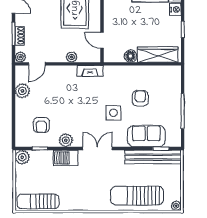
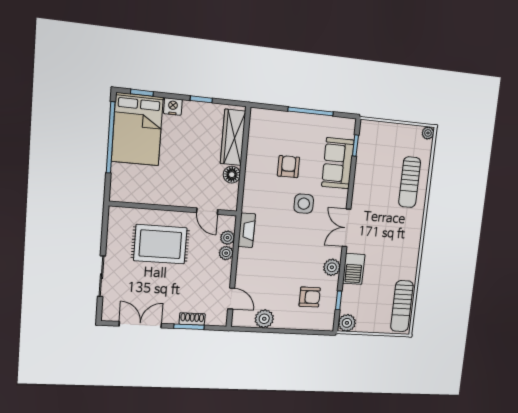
door: (102, 40) -> (207, 211), hinge flipped
plant: (20, 57) -> (227, 238), moved
armchair: (140, 98) -> (289, 167), turned 90
bench: (153, 157) -> (365, 157), removed
sun lounger: (137, 196) -> (410, 182), width x0.73, depth x0.75

